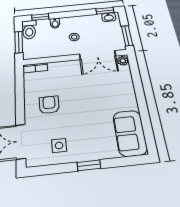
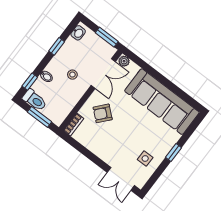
window: (105, 11) -> (57, 46), moved
armchair: (49, 105) -> (103, 113), moved, turned -49
sofa: (130, 133) -> (162, 102), width x1.85, depth x1.27

